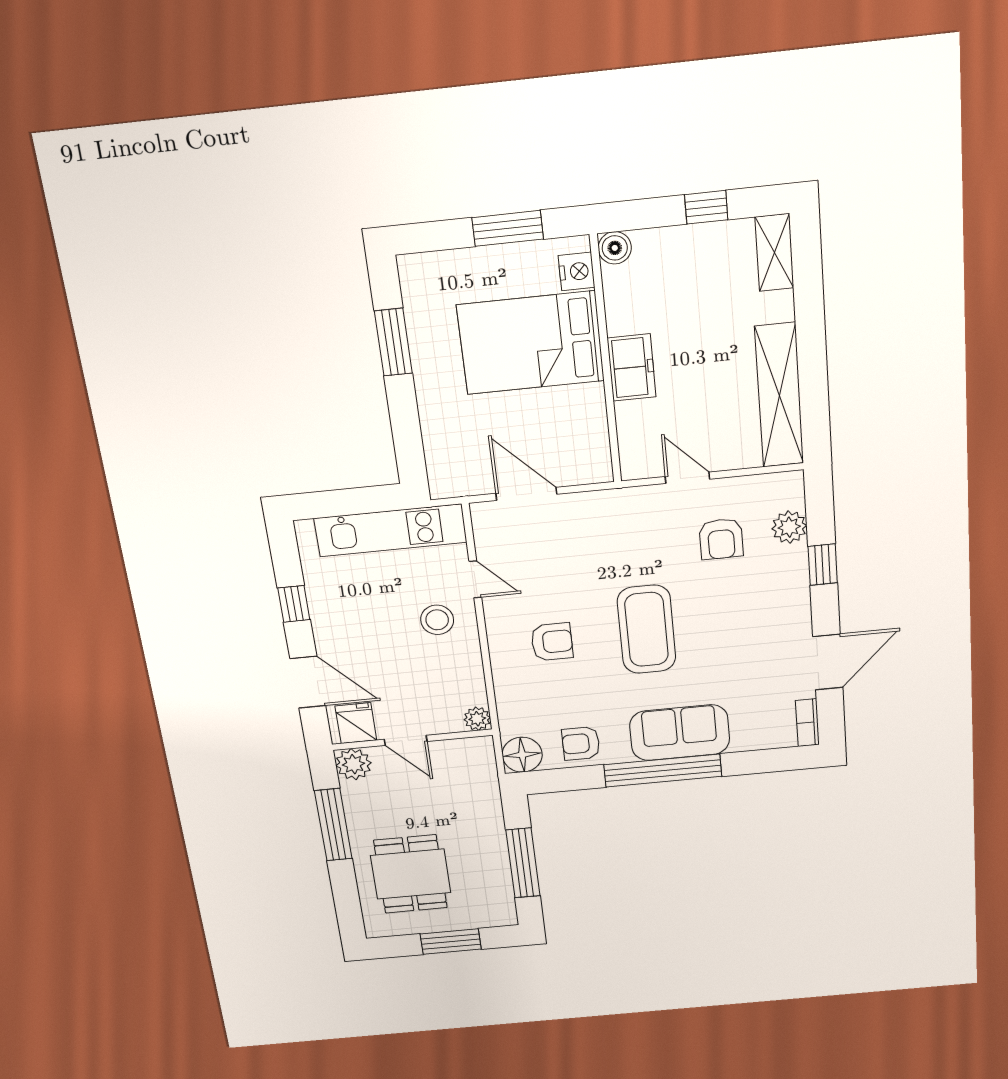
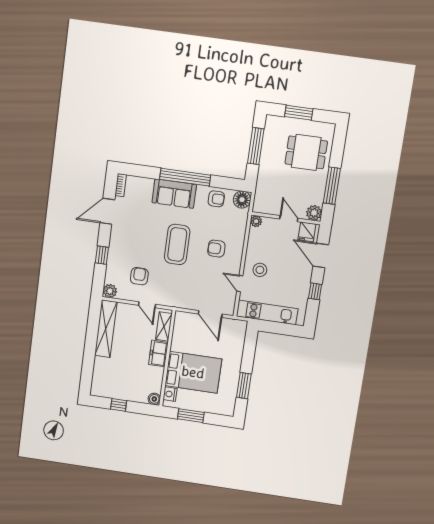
shelving: (774, 253) -> (164, 326), moved
plant: (789, 527) -> (110, 291), moved
dining table: (411, 874) -> (306, 152), turned 90

